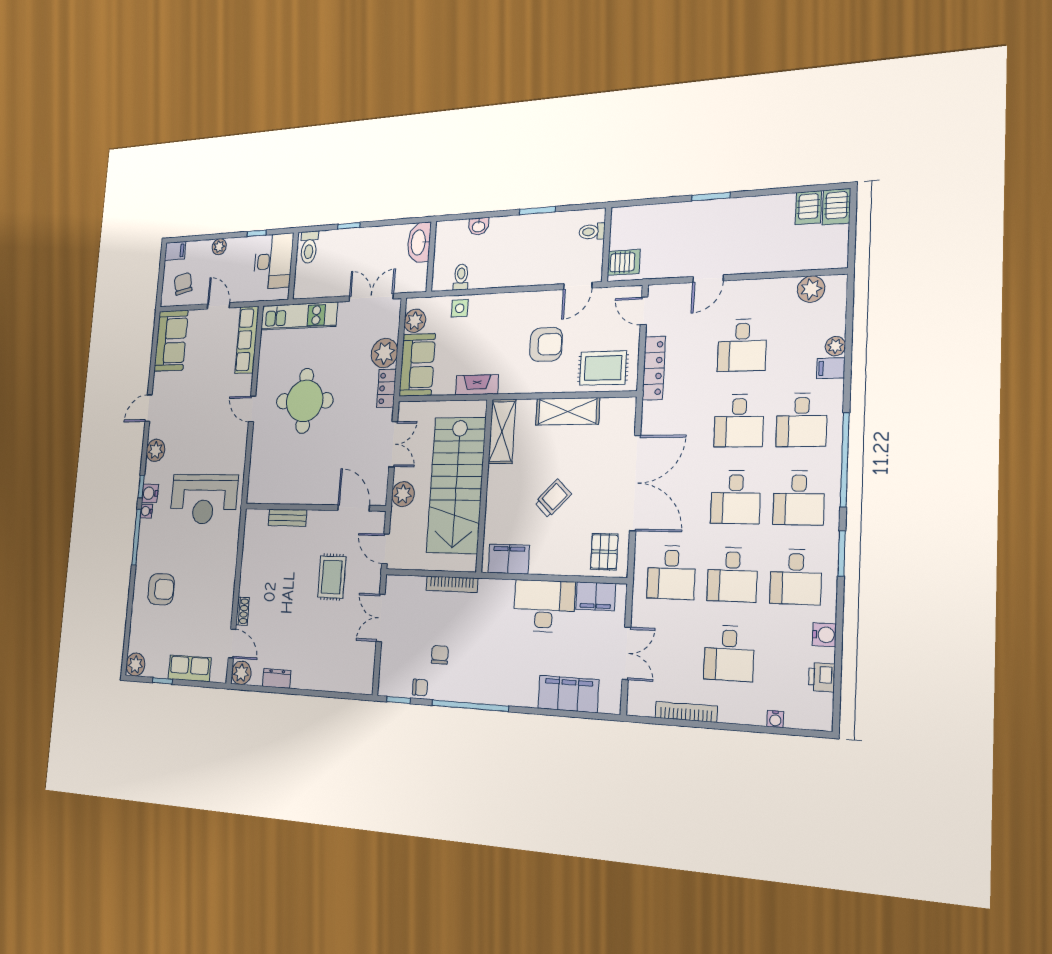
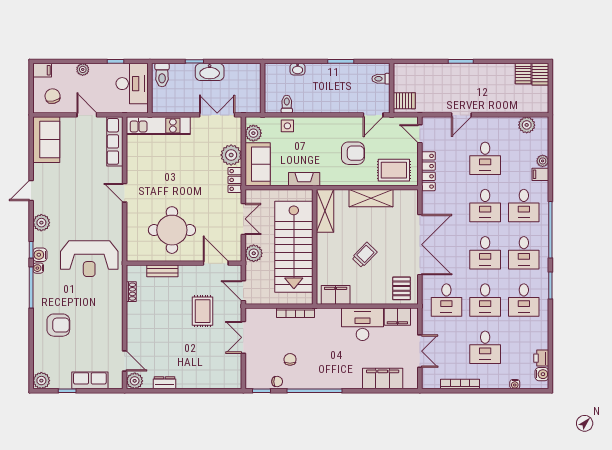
washbasin: (419, 242) -> (210, 72), moved, turned -90
round table: (305, 401) -> (172, 230), moved
shoe rack: (243, 611) -> (131, 292), moved
water cooler: (824, 635) -> (542, 374), moved

